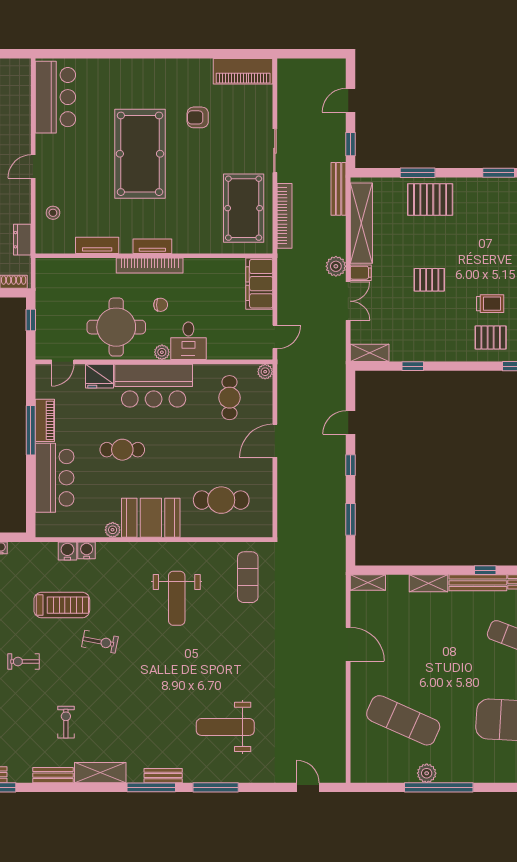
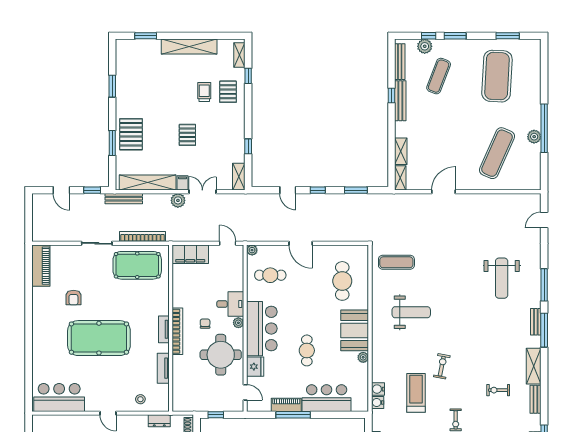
water cooler: (87, 550) -> (378, 403), moved
shelving: (429, 583) -> (401, 151), moved

